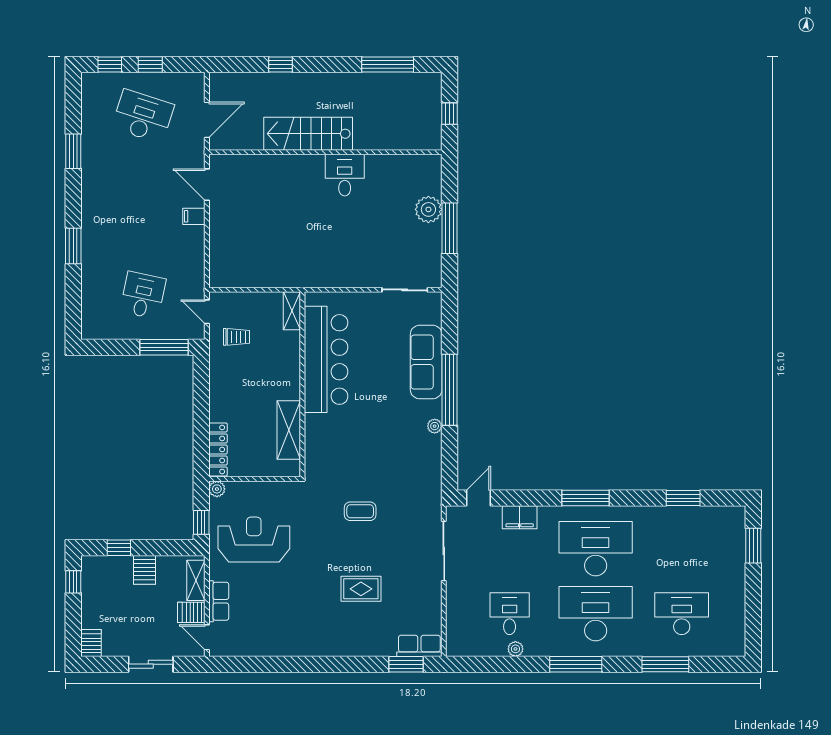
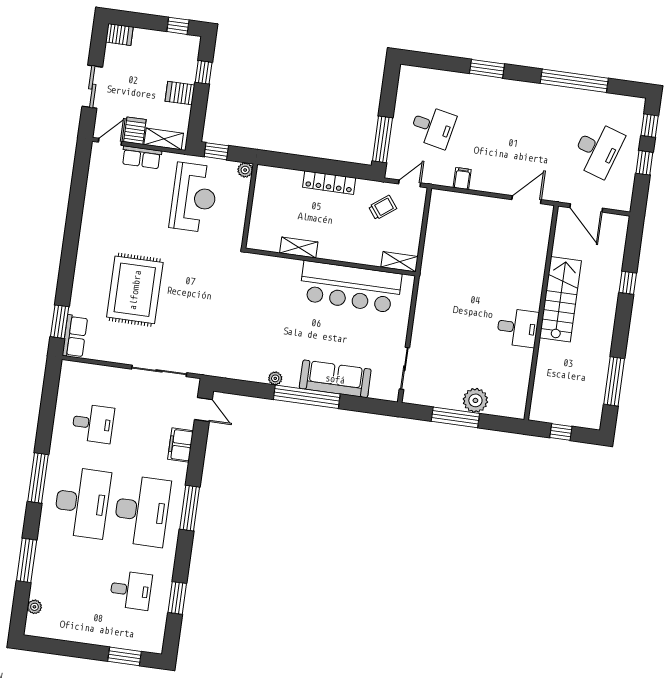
window: (73, 151) -> (574, 81), width x2.11
filing cabinet: (194, 216) -> (462, 179), moved
trolley: (237, 337) -> (383, 208), turned -127
shelving: (289, 430) -> (299, 248), width x0.67, depth x0.75
locker: (218, 449) -> (329, 183), moved
coffee table: (360, 511) -> (206, 299), removed
rug: (361, 589) -> (135, 290), width x1.86, depth x2.06
desk: (682, 614) -> (131, 590), moved, width x0.73
plant: (515, 649) -> (34, 607), moved

